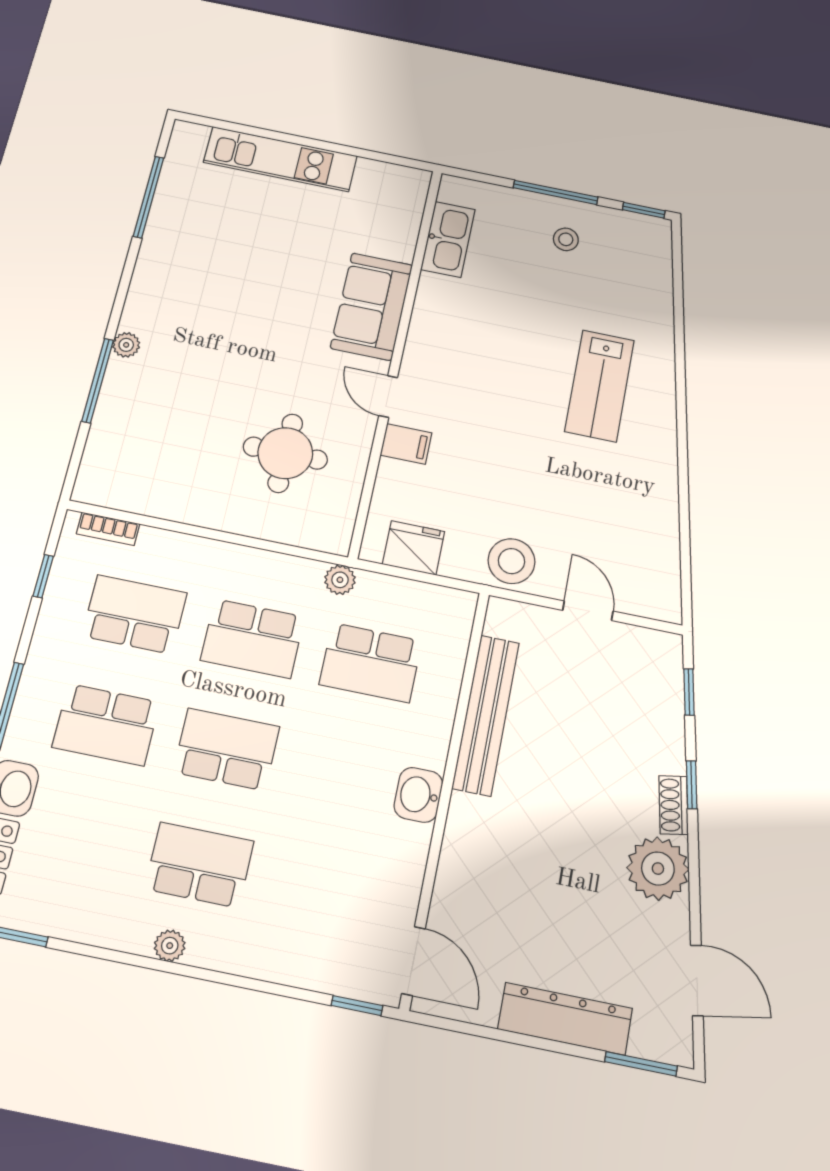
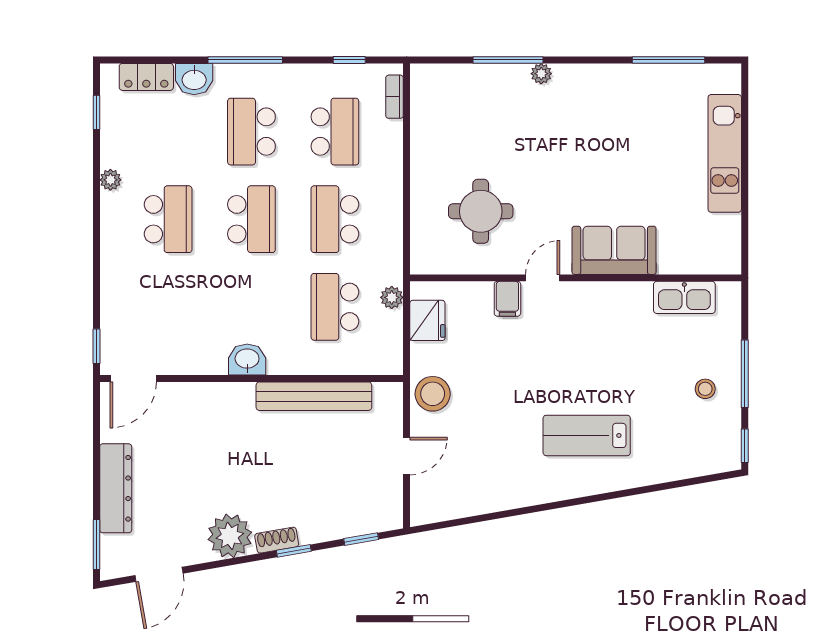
plant: (340, 580) -> (392, 297), moved
plant: (170, 946) -> (110, 180), moved

